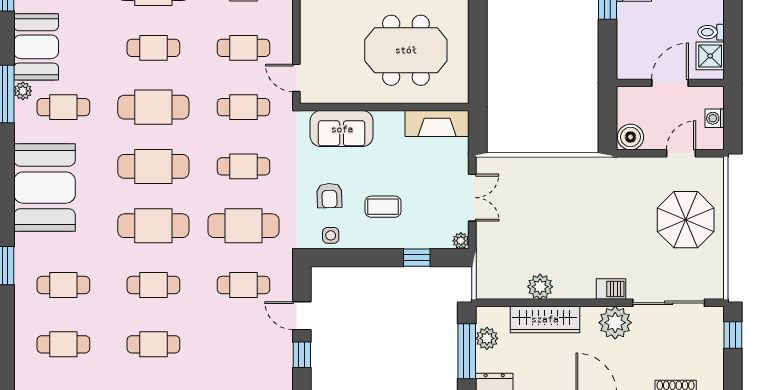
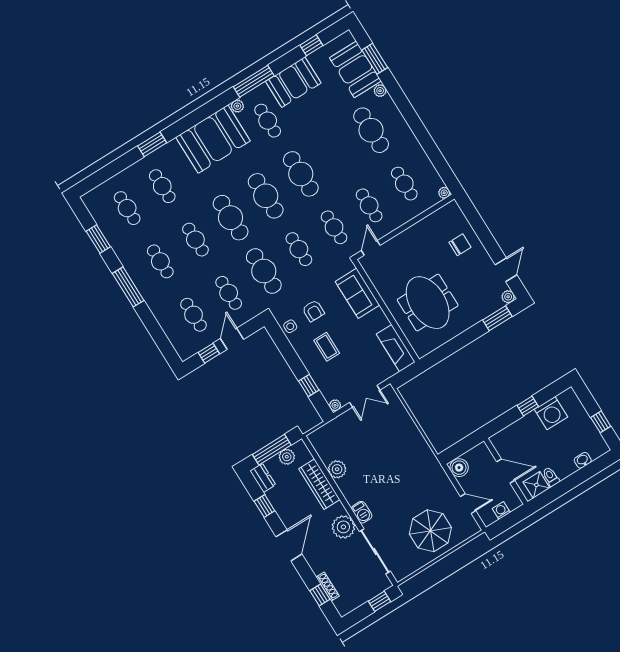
cafe table: (153, 48) -> (194, 315), moved
plant: (23, 91) -> (237, 106), moved
armchair: (329, 196) -> (313, 311), turned -88

